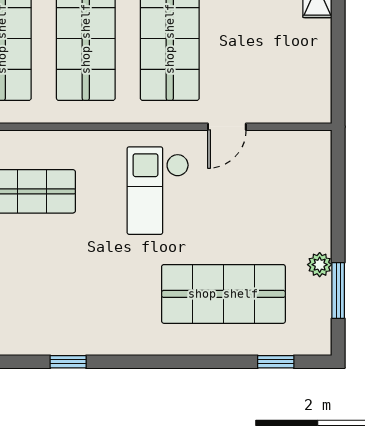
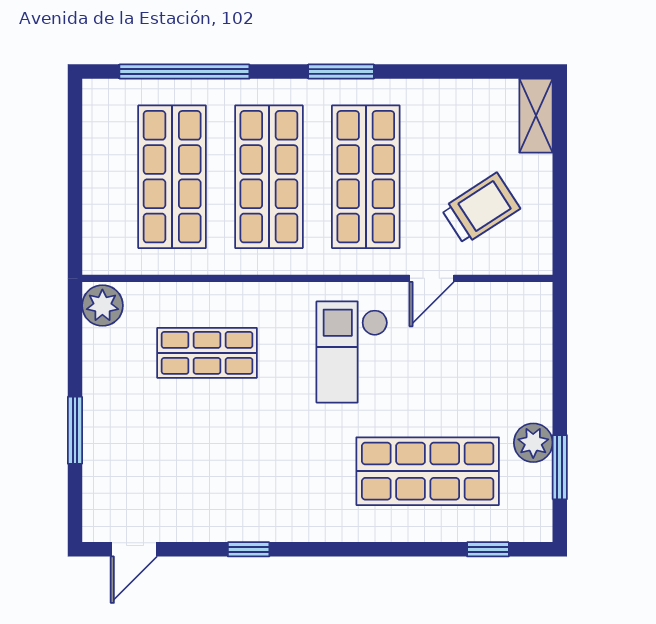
trolley: (269, 66) -> (481, 209), added
plant: (320, 265) -> (533, 443), width x1.38, depth x1.38

